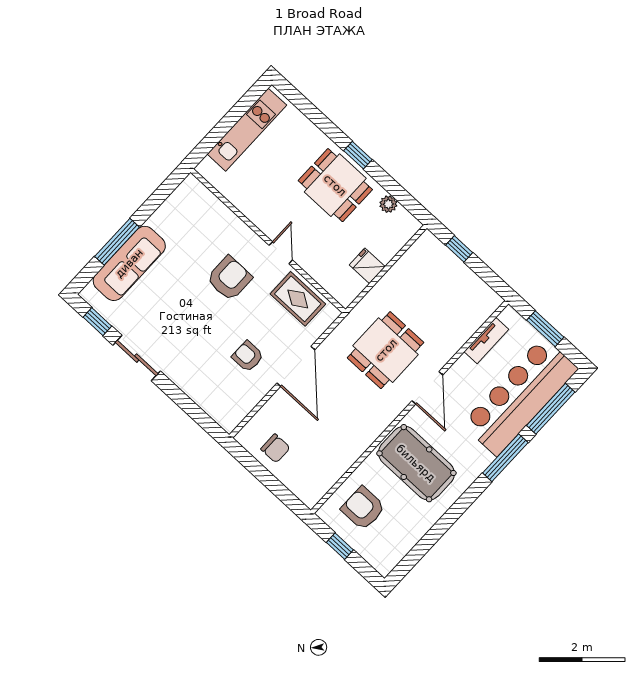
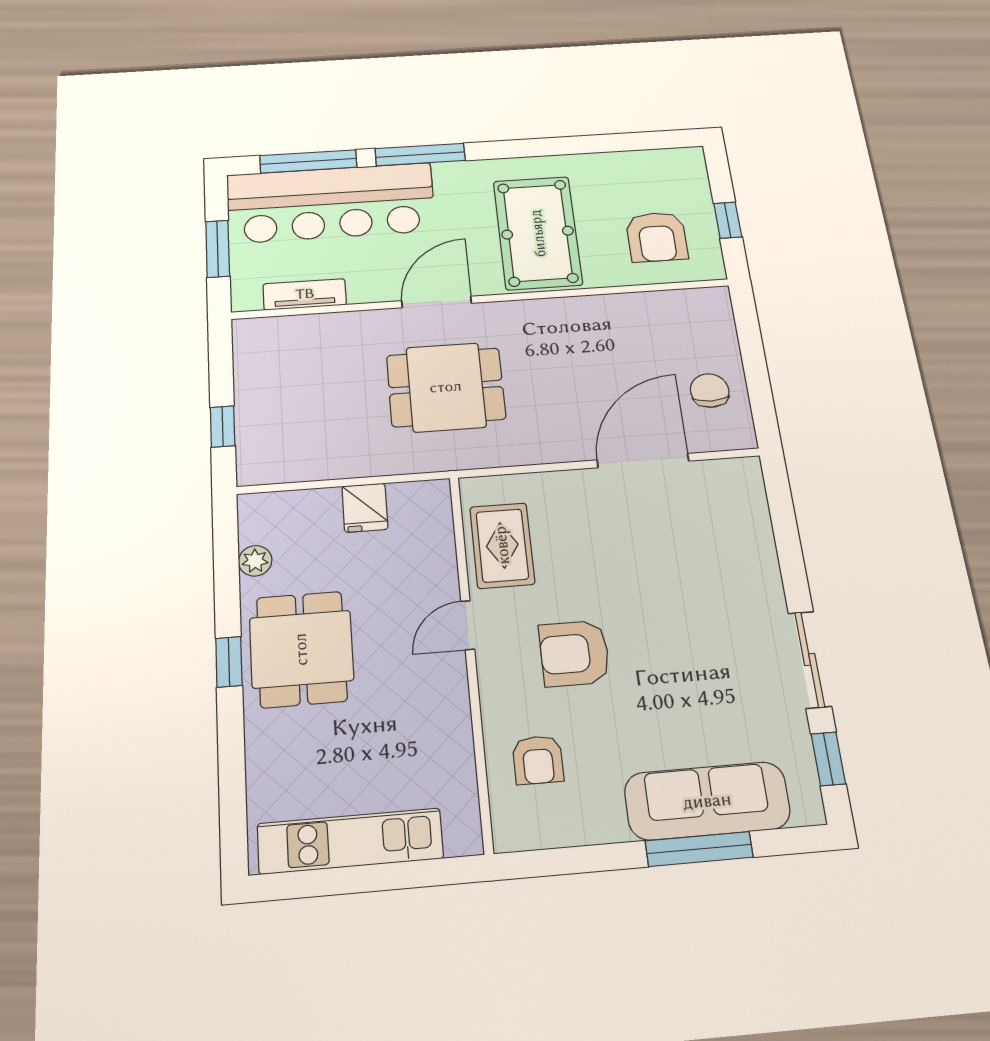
armchair: (248, 356) -> (538, 760), moved
door: (296, 366) -> (643, 461), moved

